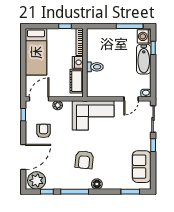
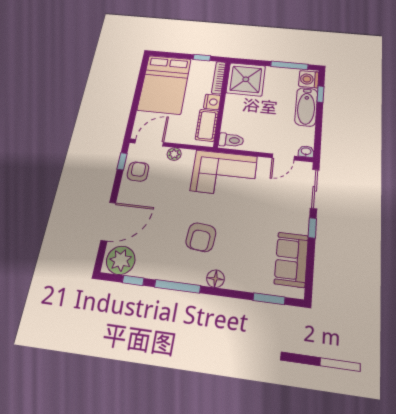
shower: (99, 41) -> (246, 79), added
bed: (36, 52) -> (164, 84), width x1.50
toilet: (95, 67) -> (231, 140), moved
armchair: (44, 131) -> (138, 172), moved

